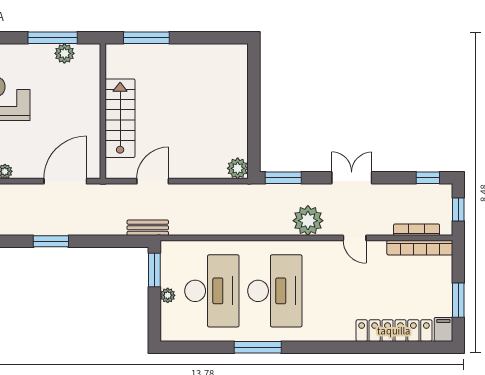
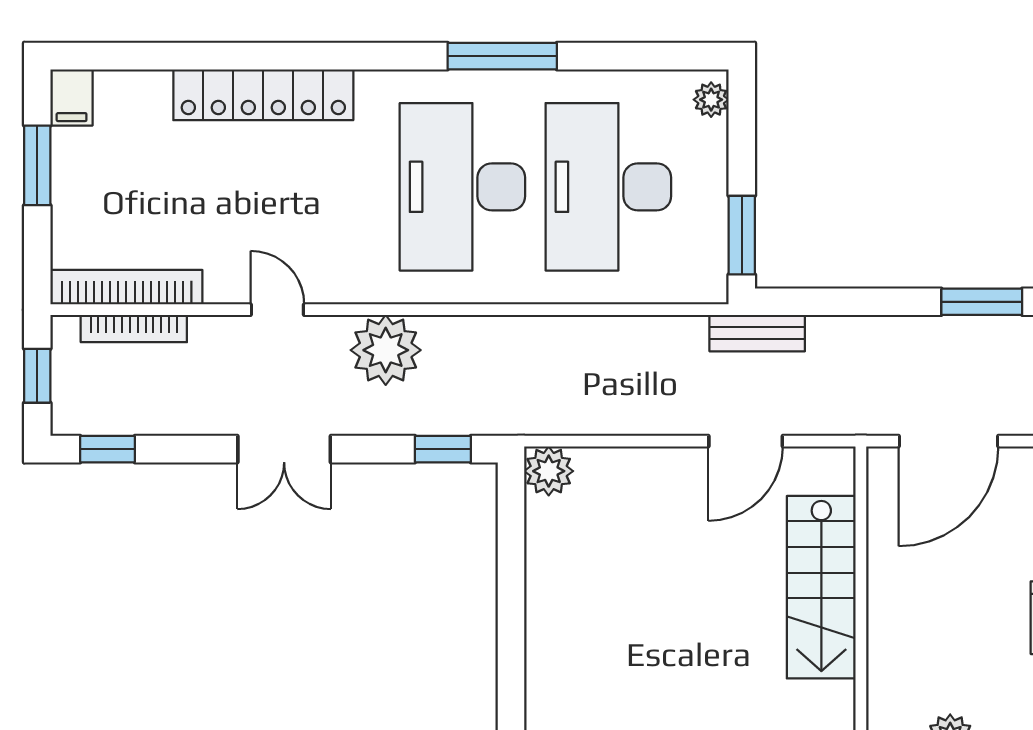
window: (283, 178) -> (443, 449), width x0.67
plant: (168, 295) -> (711, 100), moved
locker: (394, 331) -> (263, 95), moved

